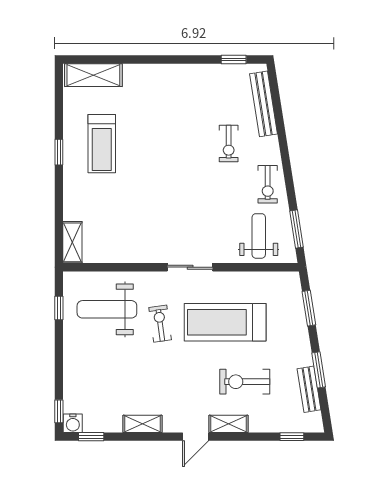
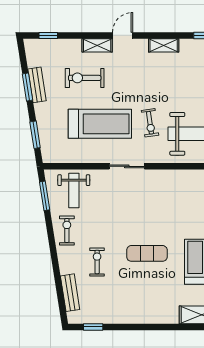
bench: (264, 104) -> (70, 293), width x0.73
exercise mat: (164, 155) -> (147, 253), added
exercise bike: (245, 382) -> (85, 78), turned 180
bench: (309, 389) -> (37, 85), moved

